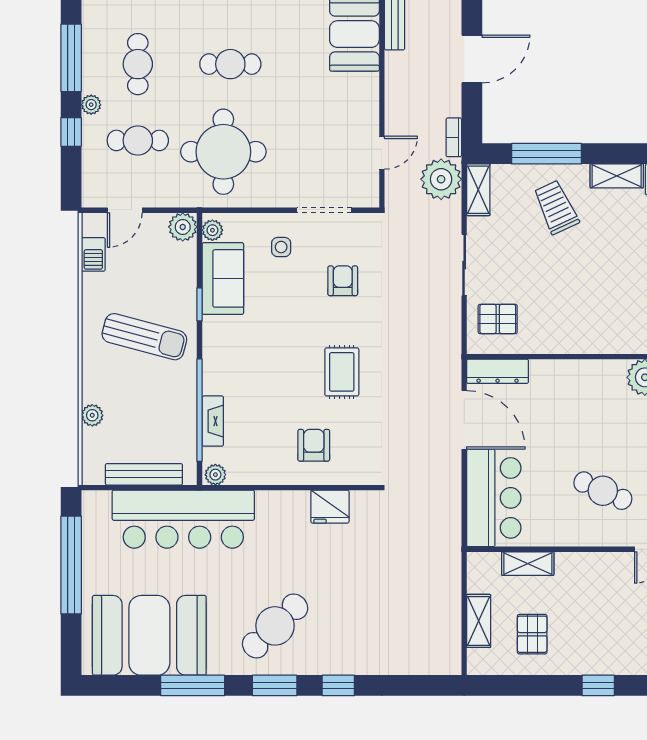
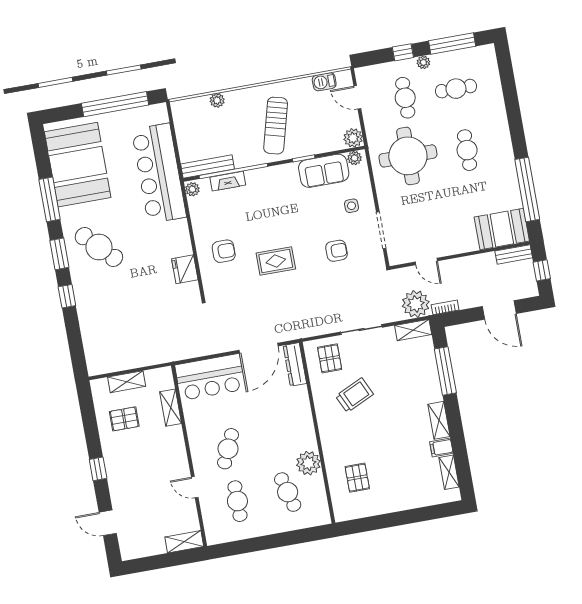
trolley: (556, 207) -> (354, 395), moved
bench: (144, 474) -> (208, 166), moved, turned 90

